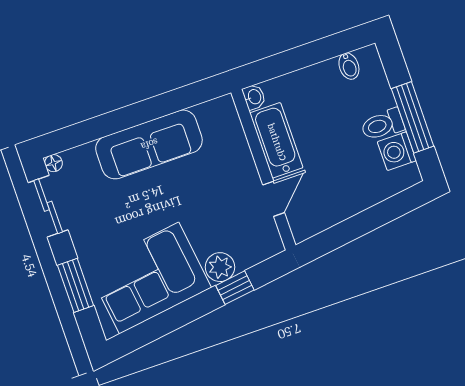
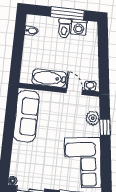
washbasin: (254, 97) -> (90, 86), moved
sofa: (149, 144) -> (26, 116), moved
plant: (220, 267) -> (93, 118), moved

